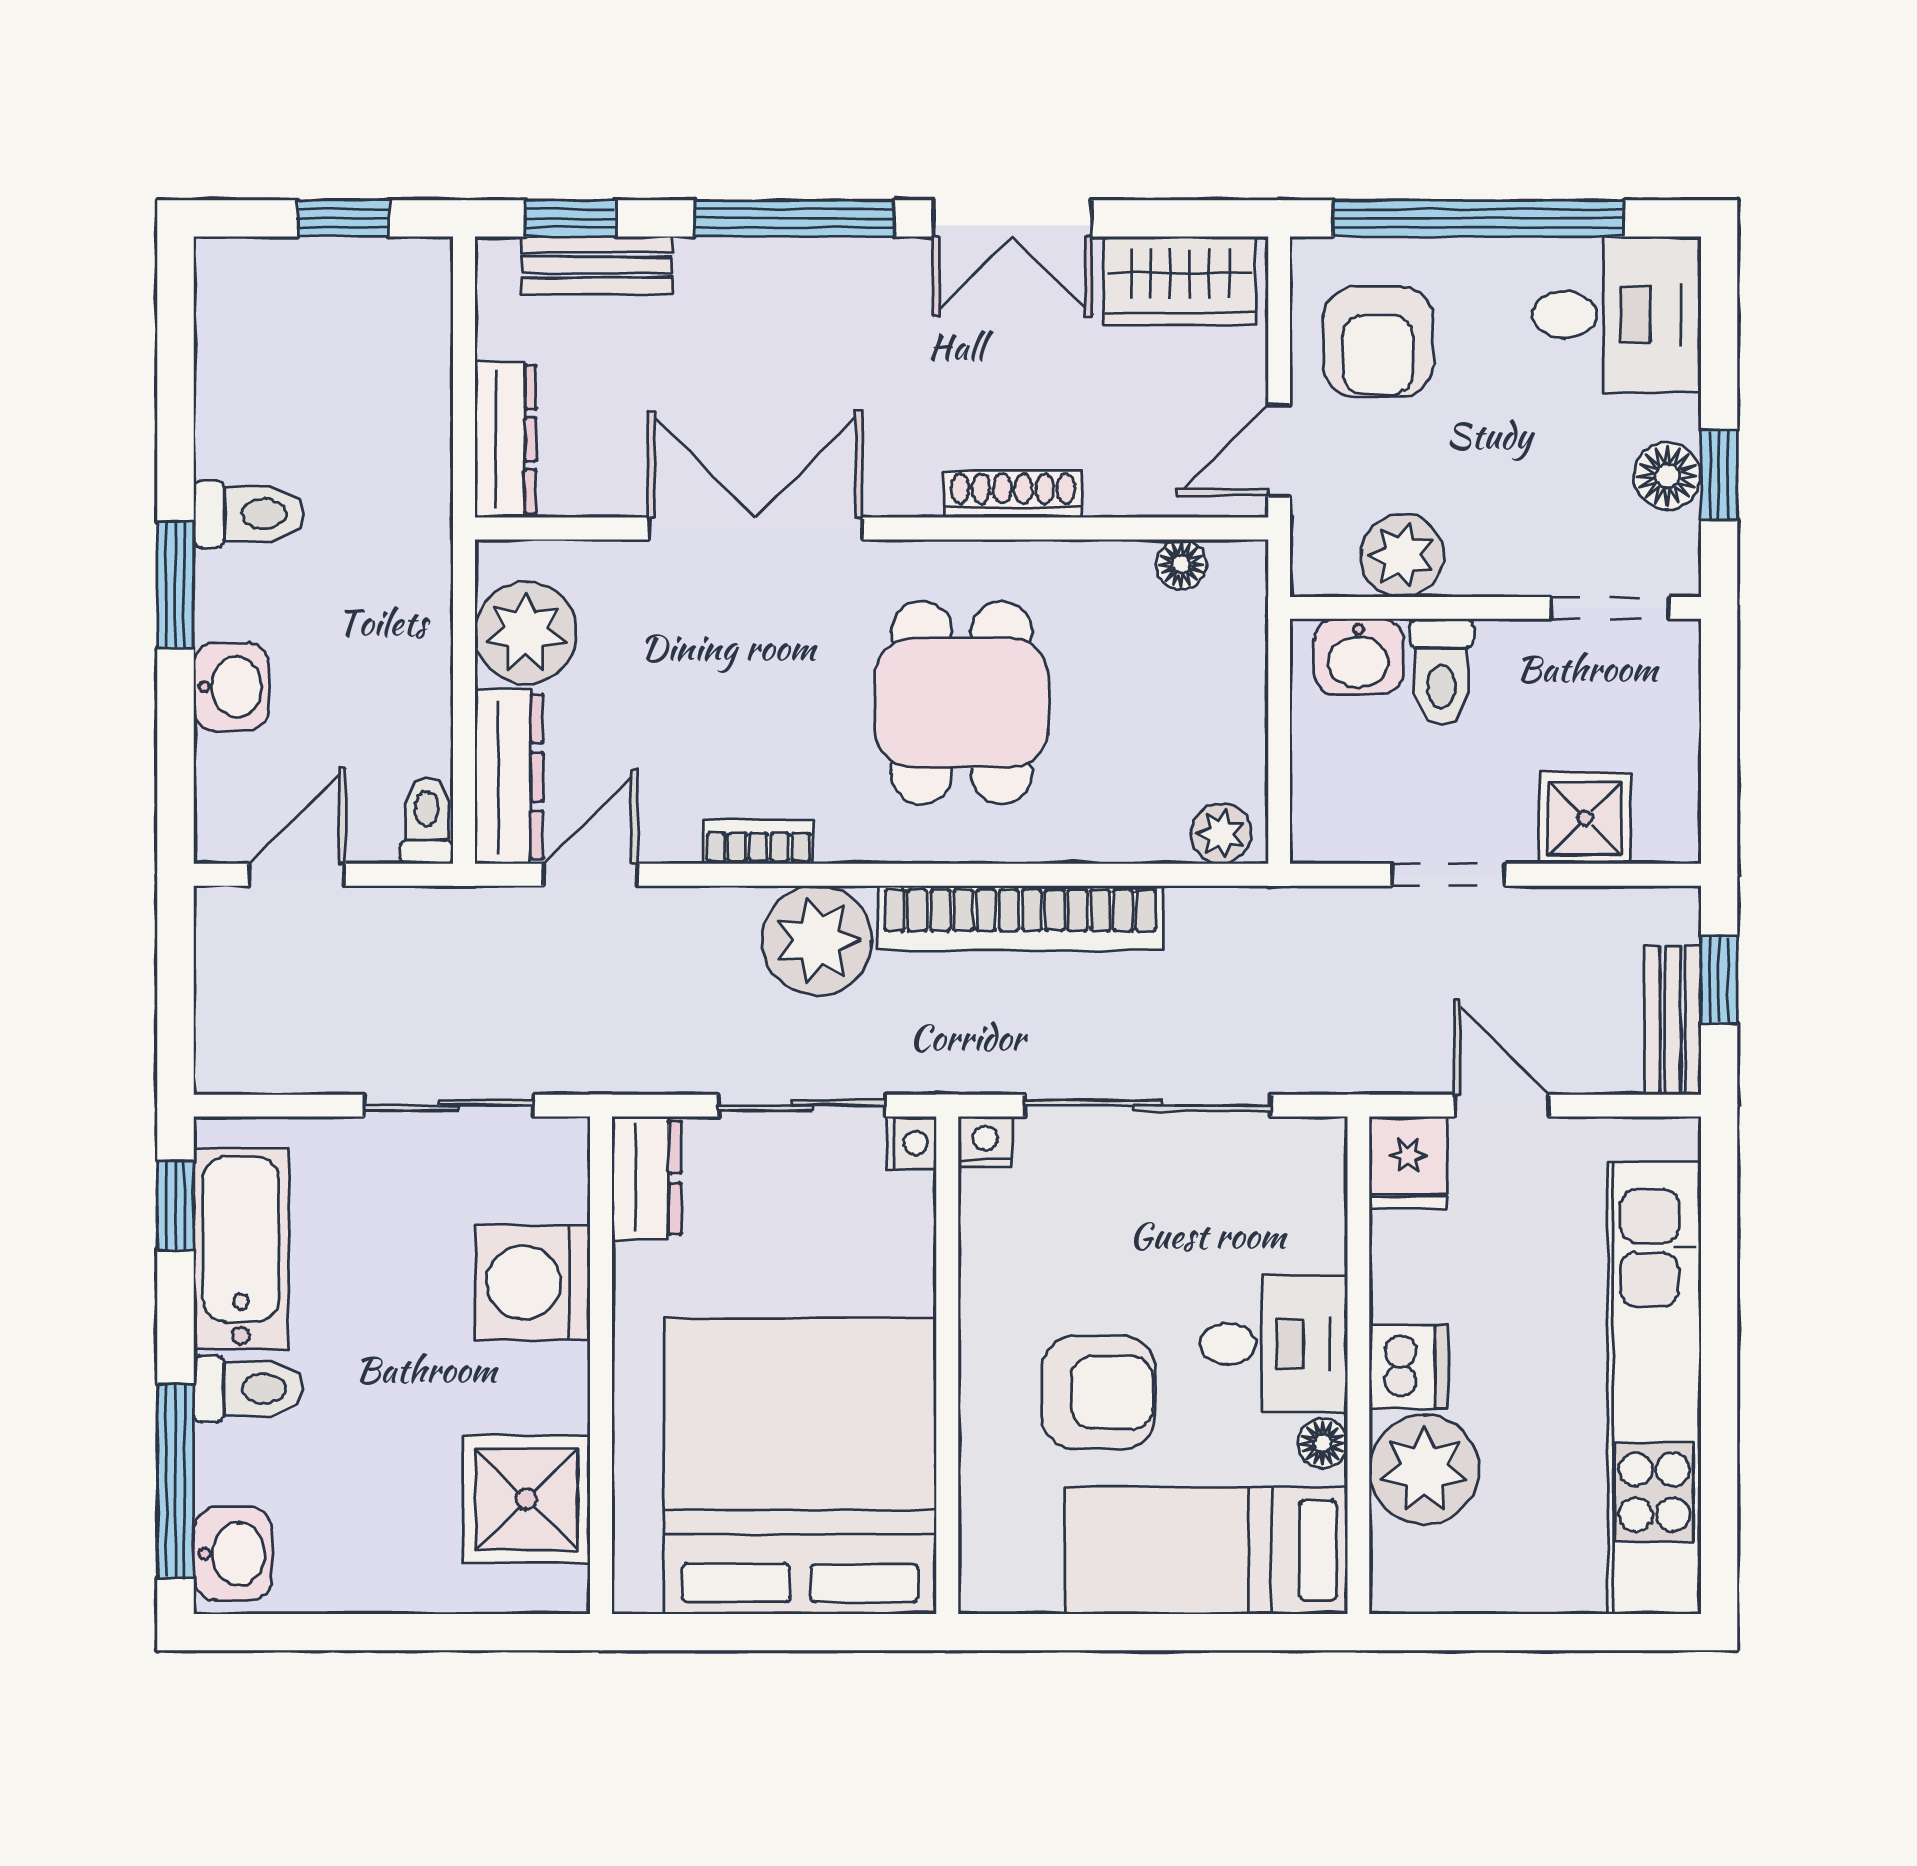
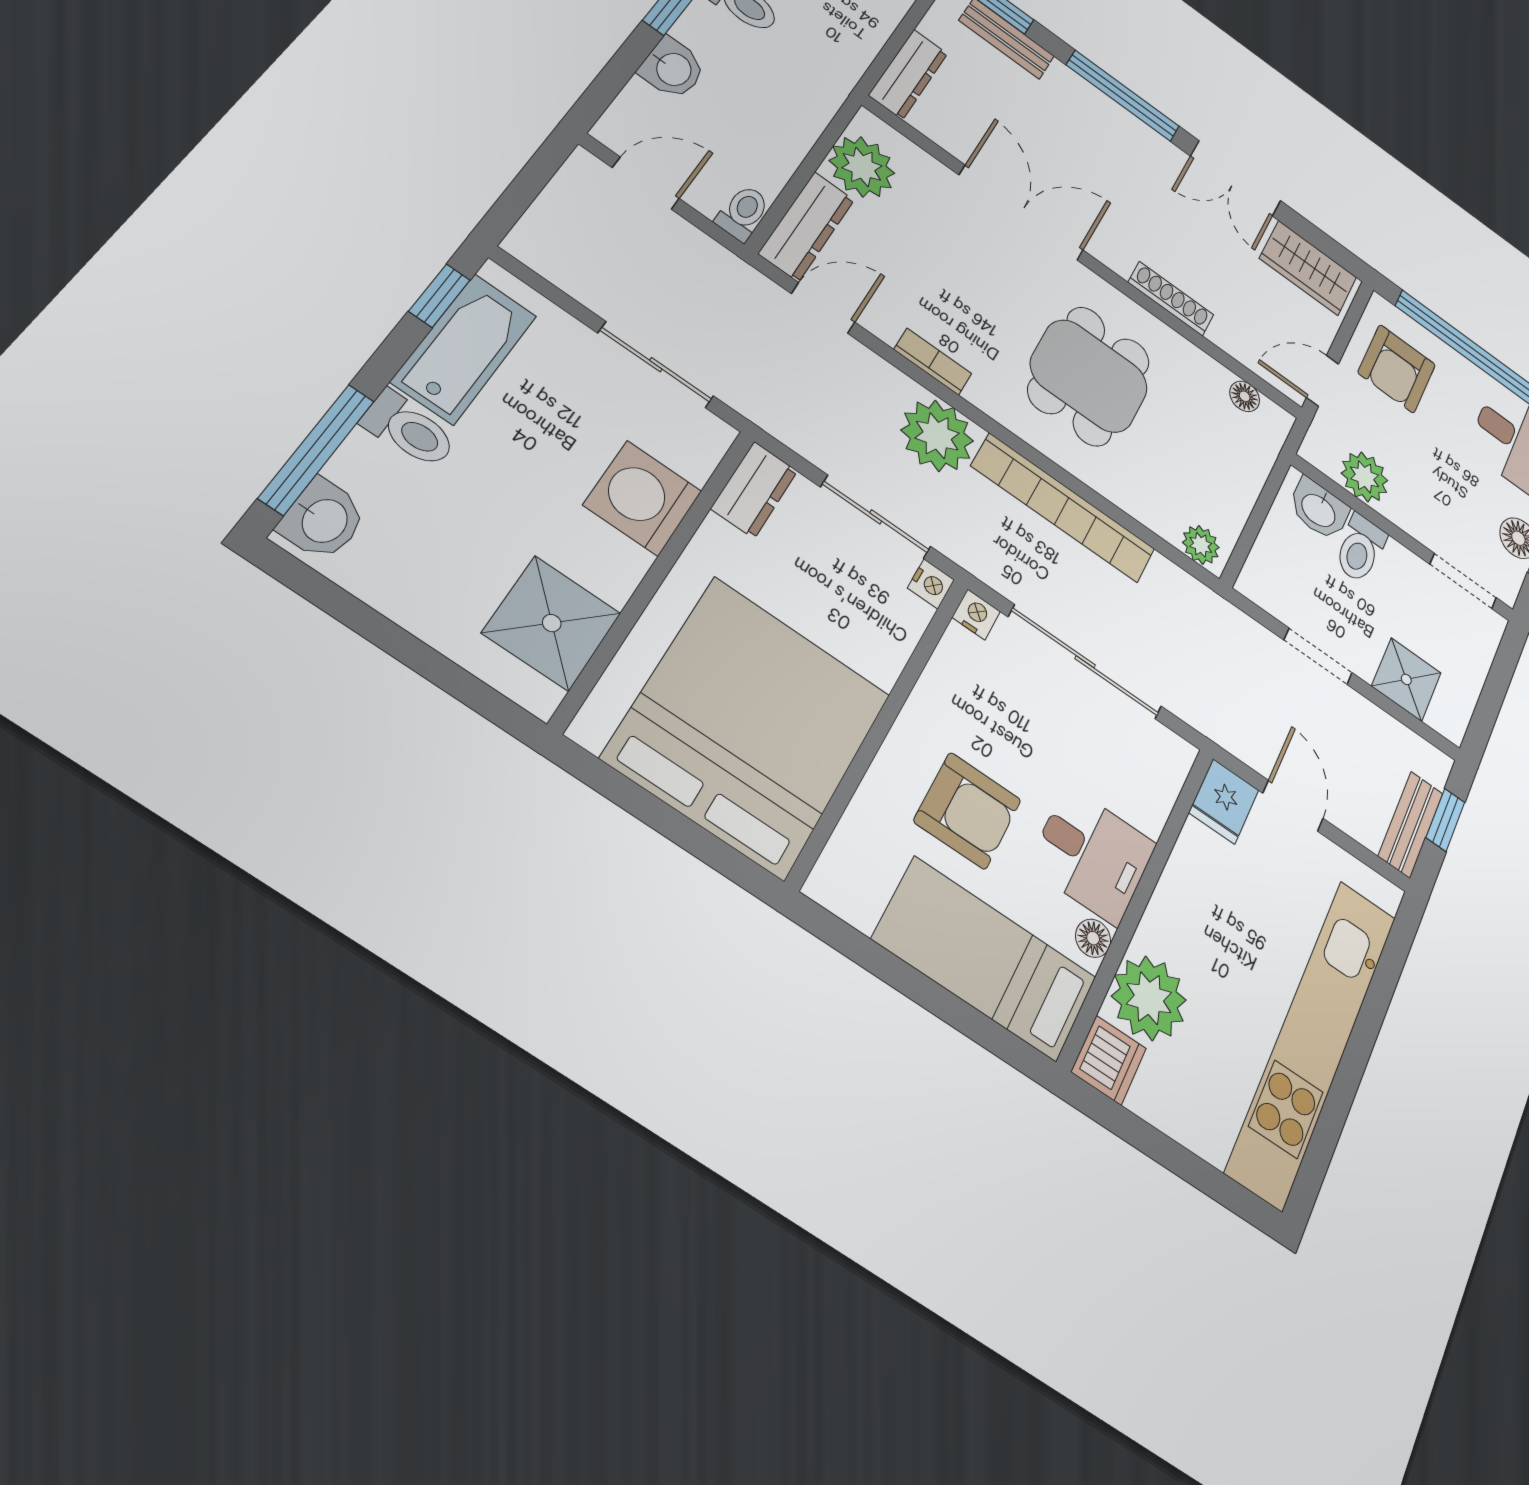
dishwasher: (1408, 1367) -> (1109, 1060), moved

